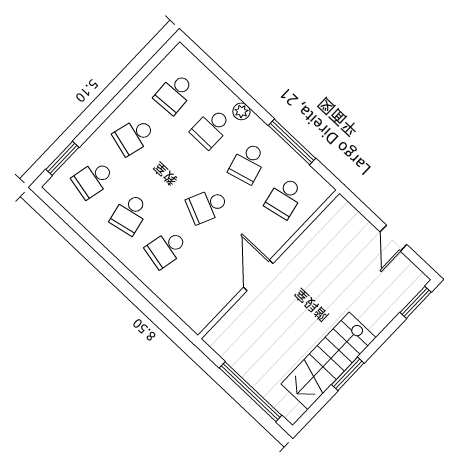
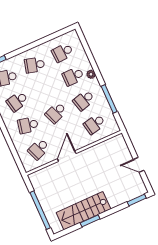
school desk: (207, 206) -> (56, 113), turned -45
door: (393, 238) -> (139, 165), hinge flipped
school desk: (203, 284) -> (39, 149), added

